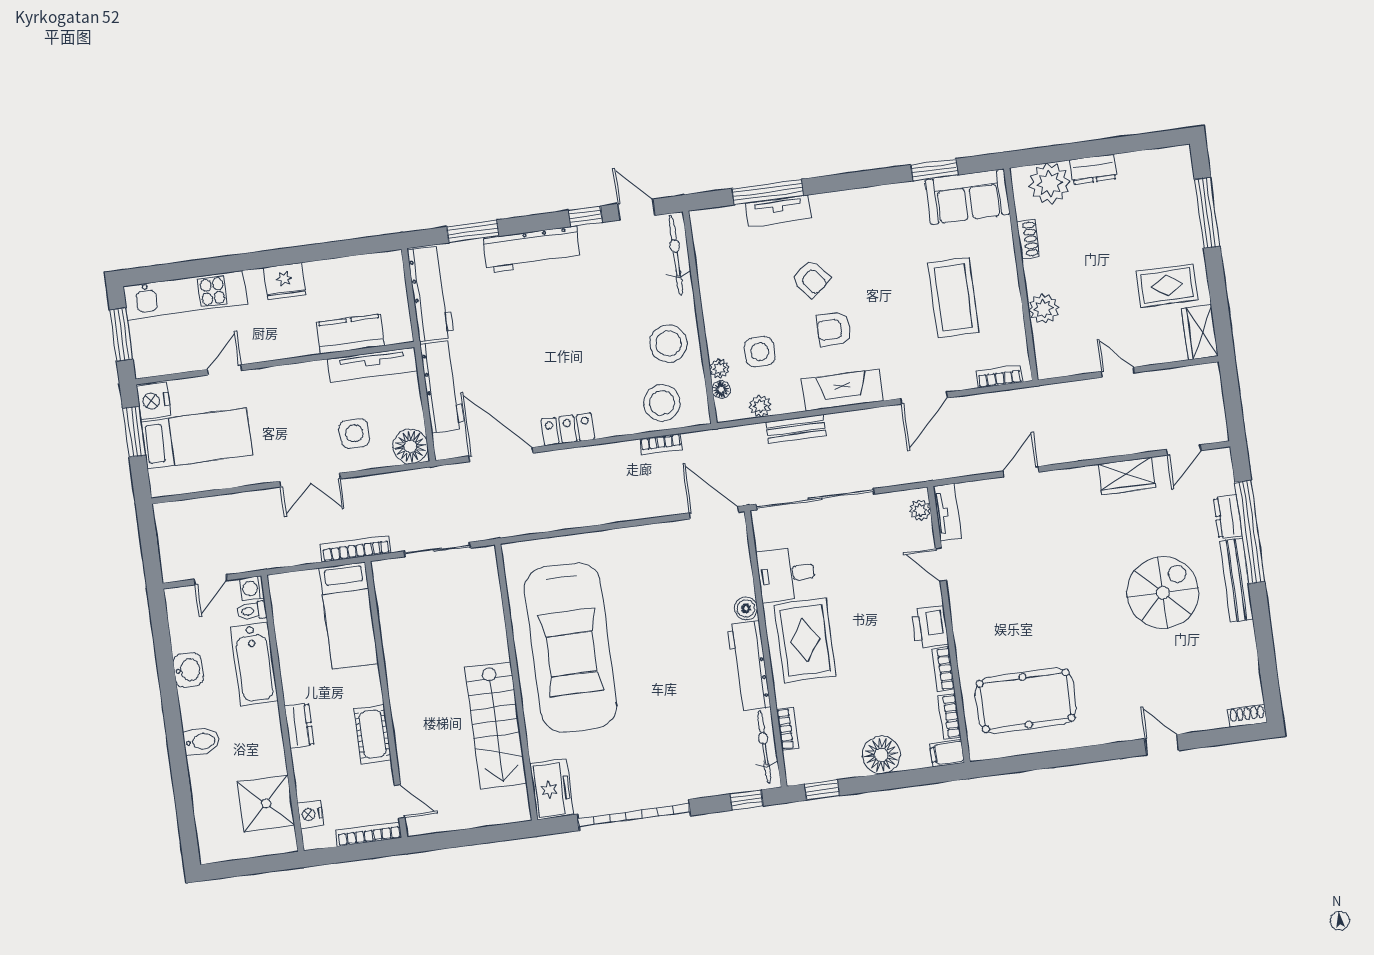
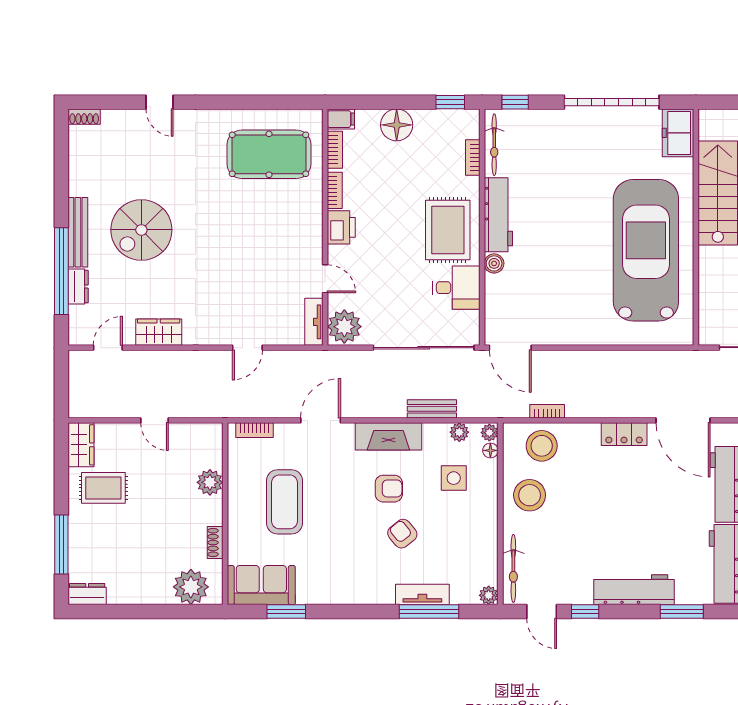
dresser: (1093, 169) -> (87, 594), moved
plant: (701, 220) -> (489, 595), added
plant: (719, 368) -> (489, 433), moved
plant: (920, 510) -> (344, 327), width x1.87, depth x1.87

